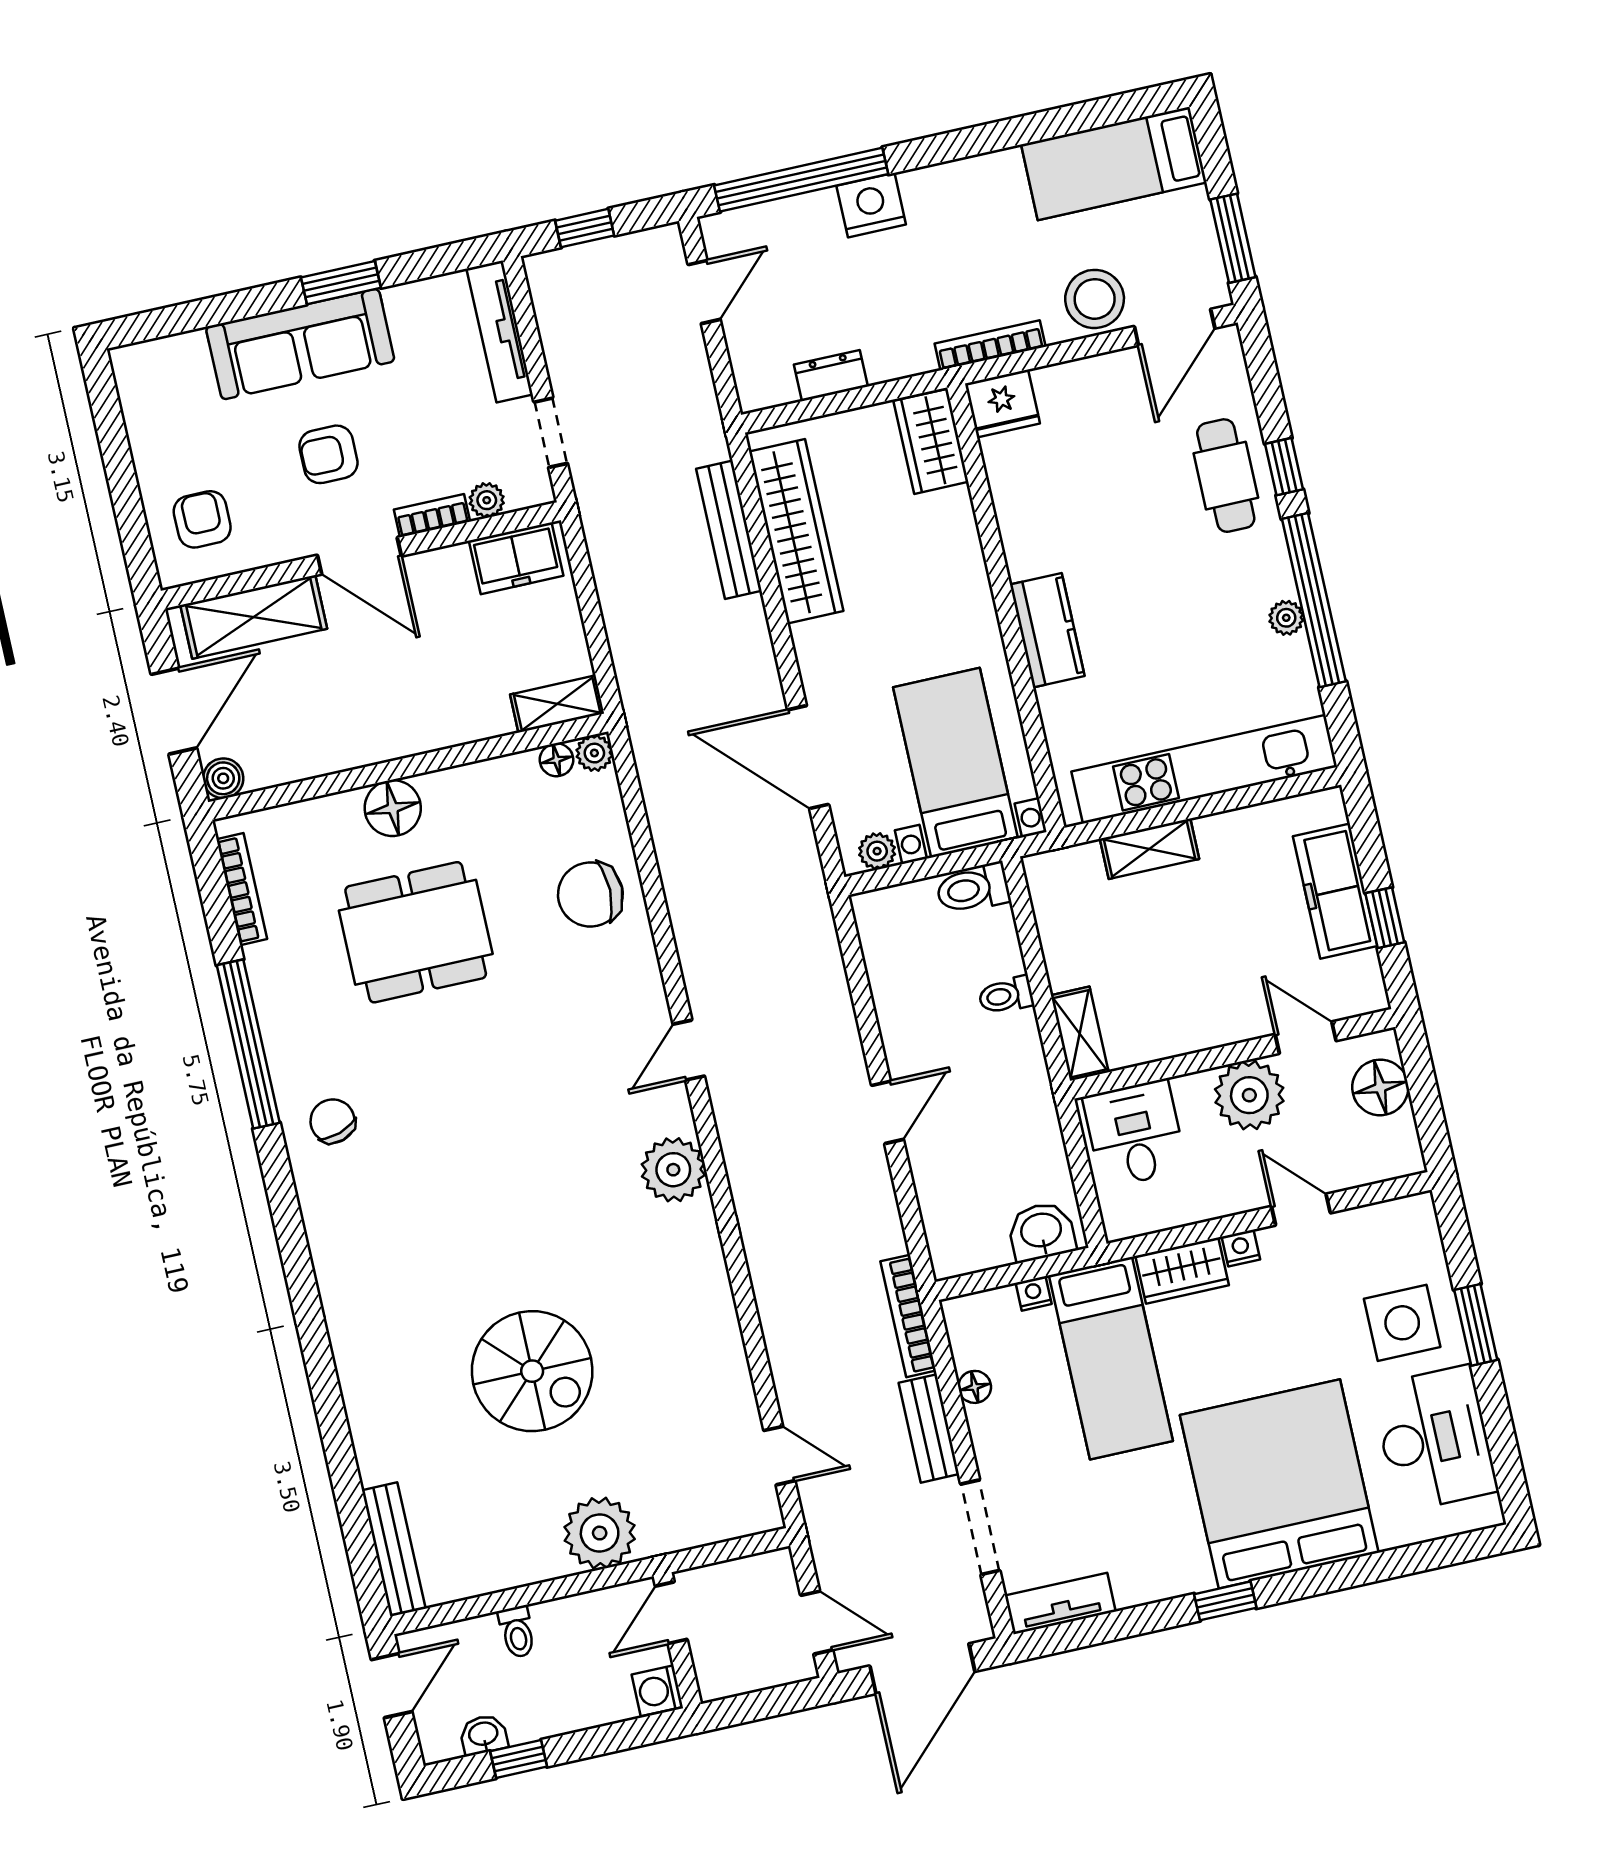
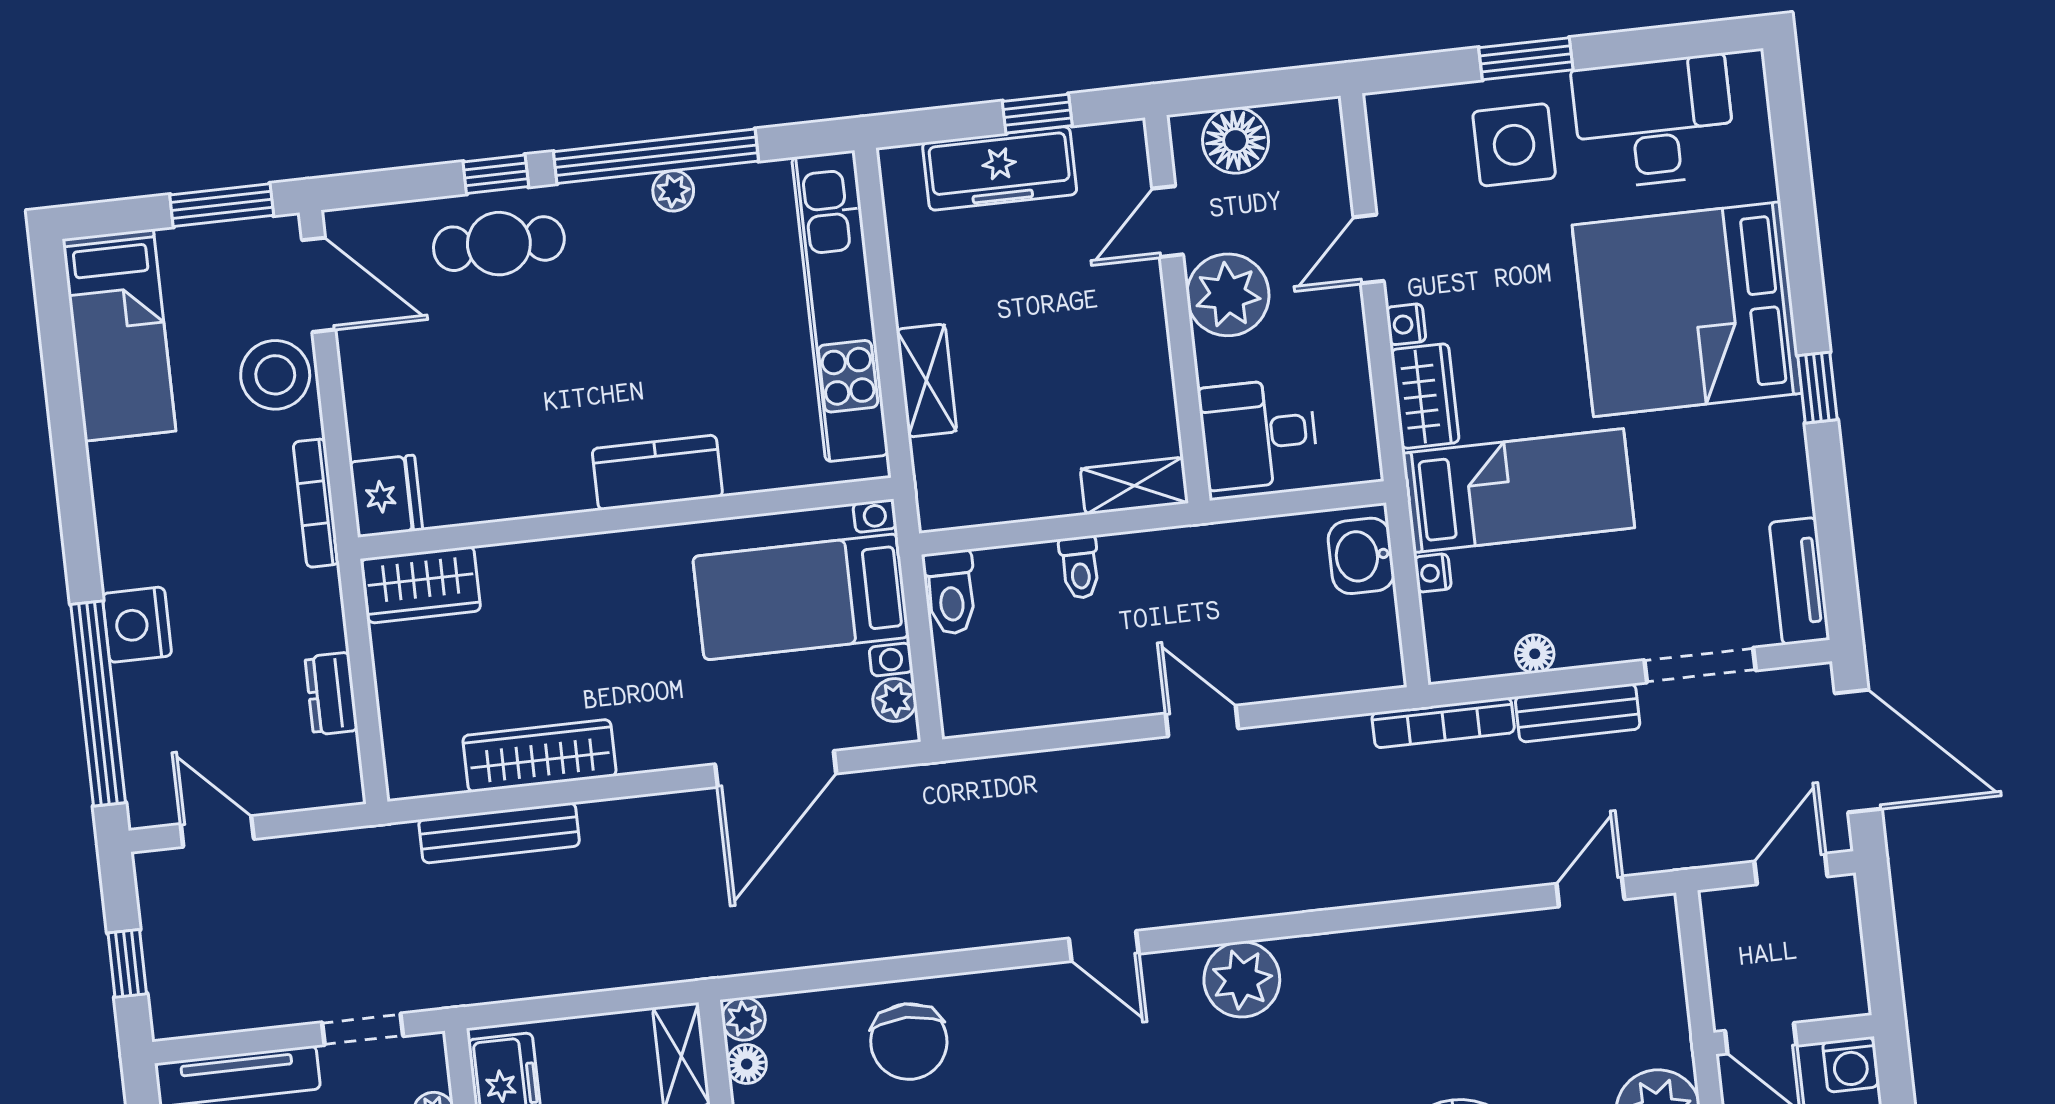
wardrobe: (796, 531) -> (539, 756), width x0.71, depth x0.85

